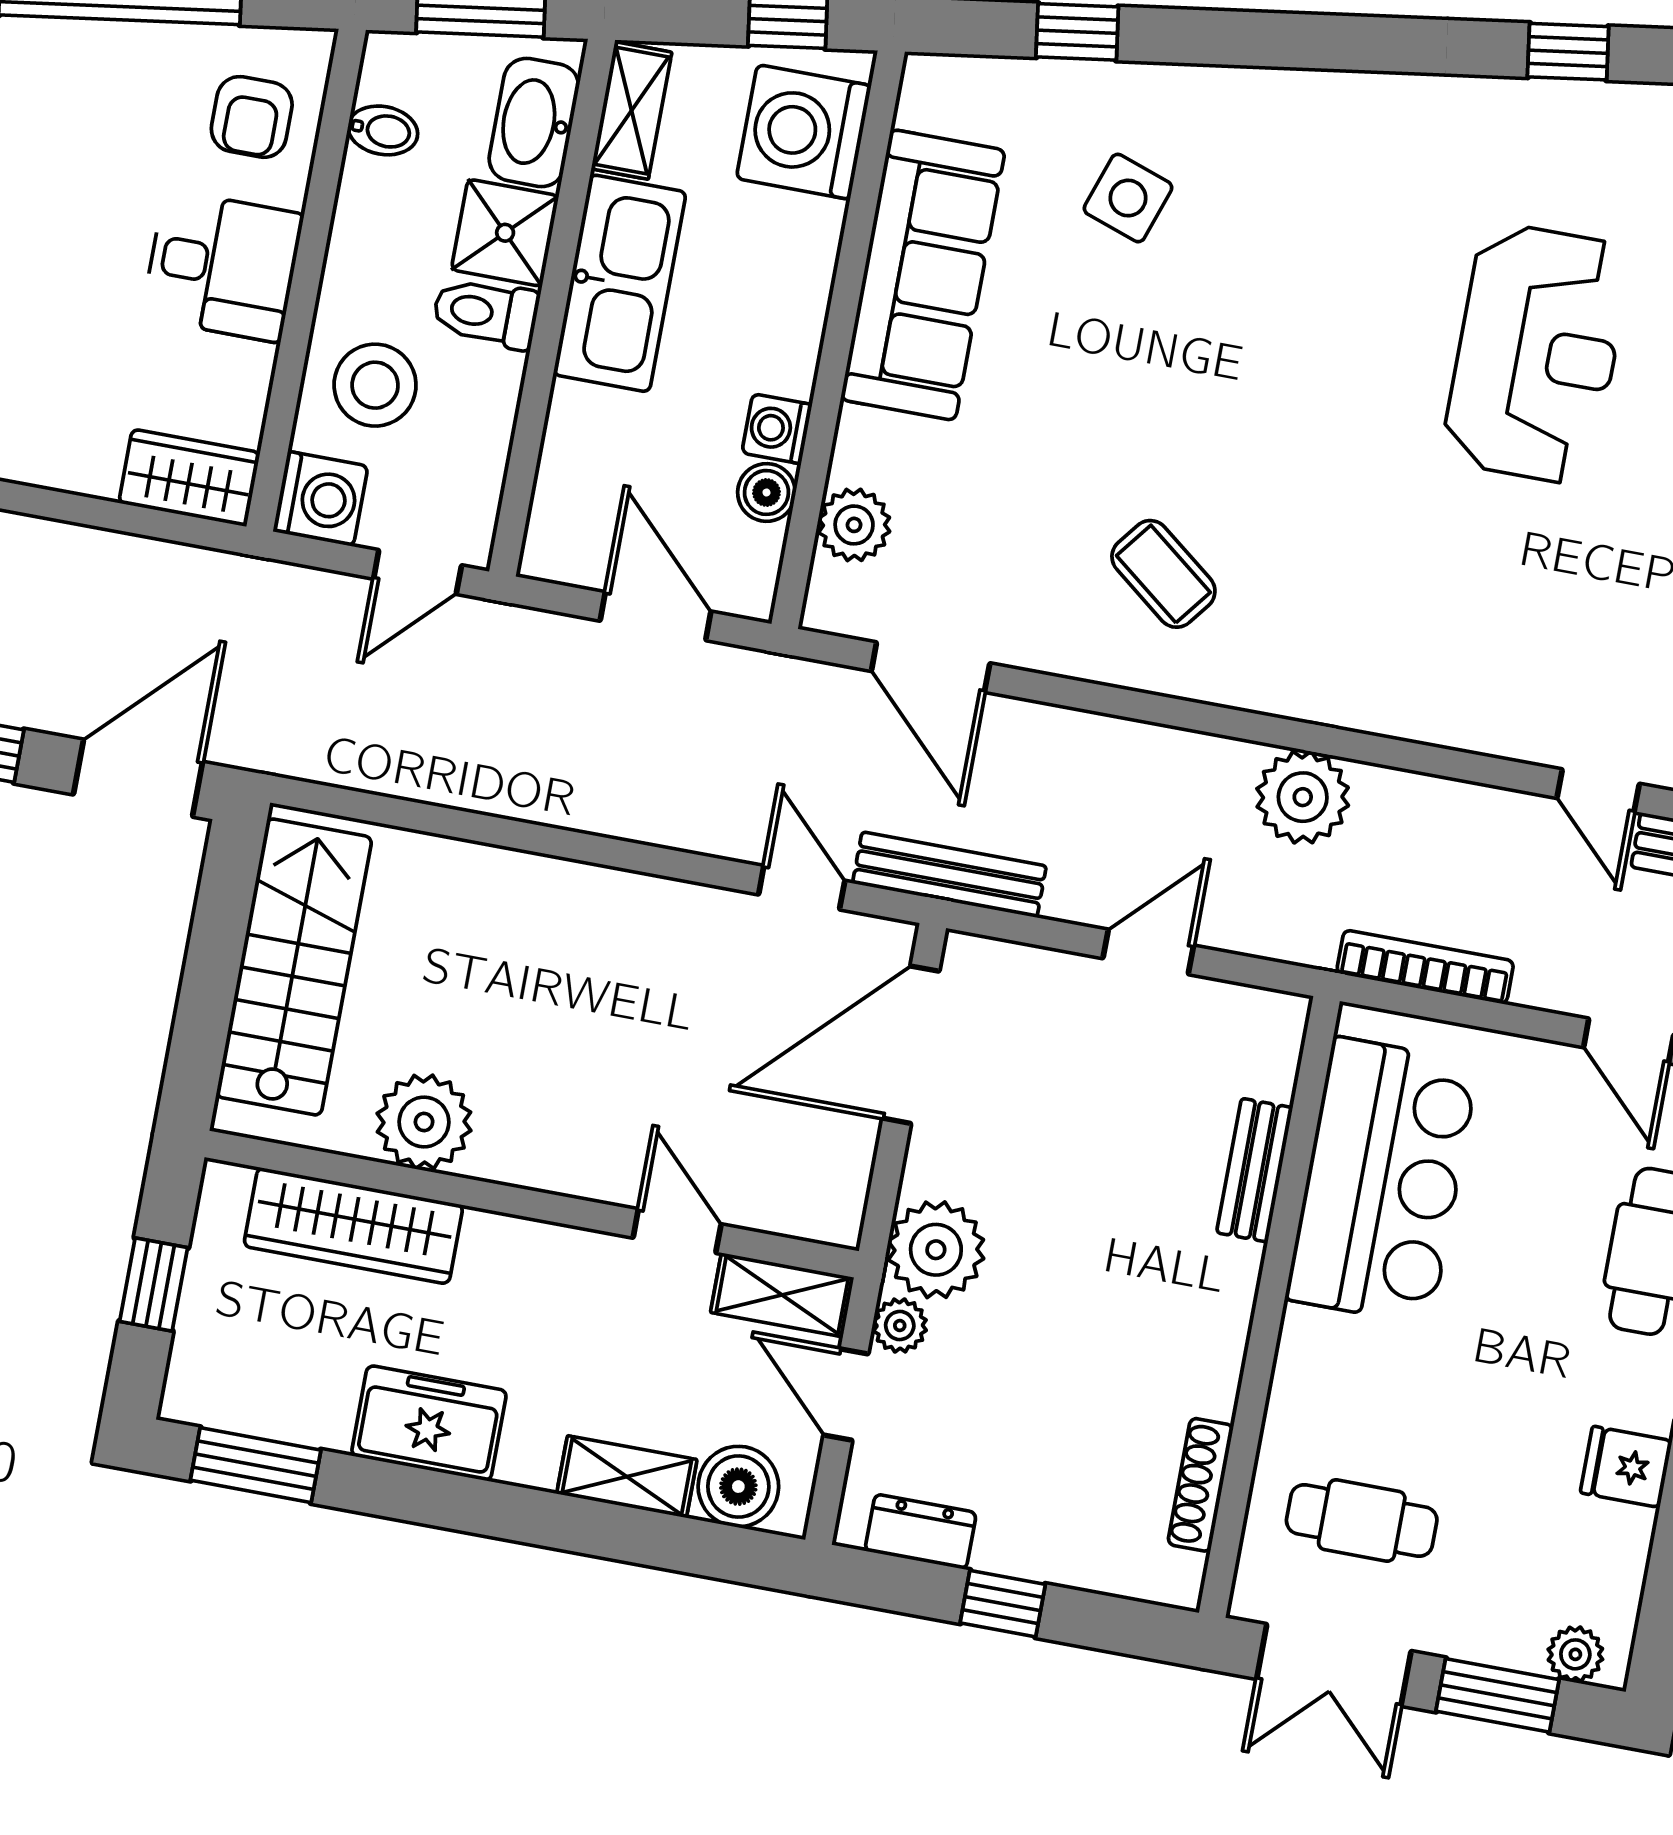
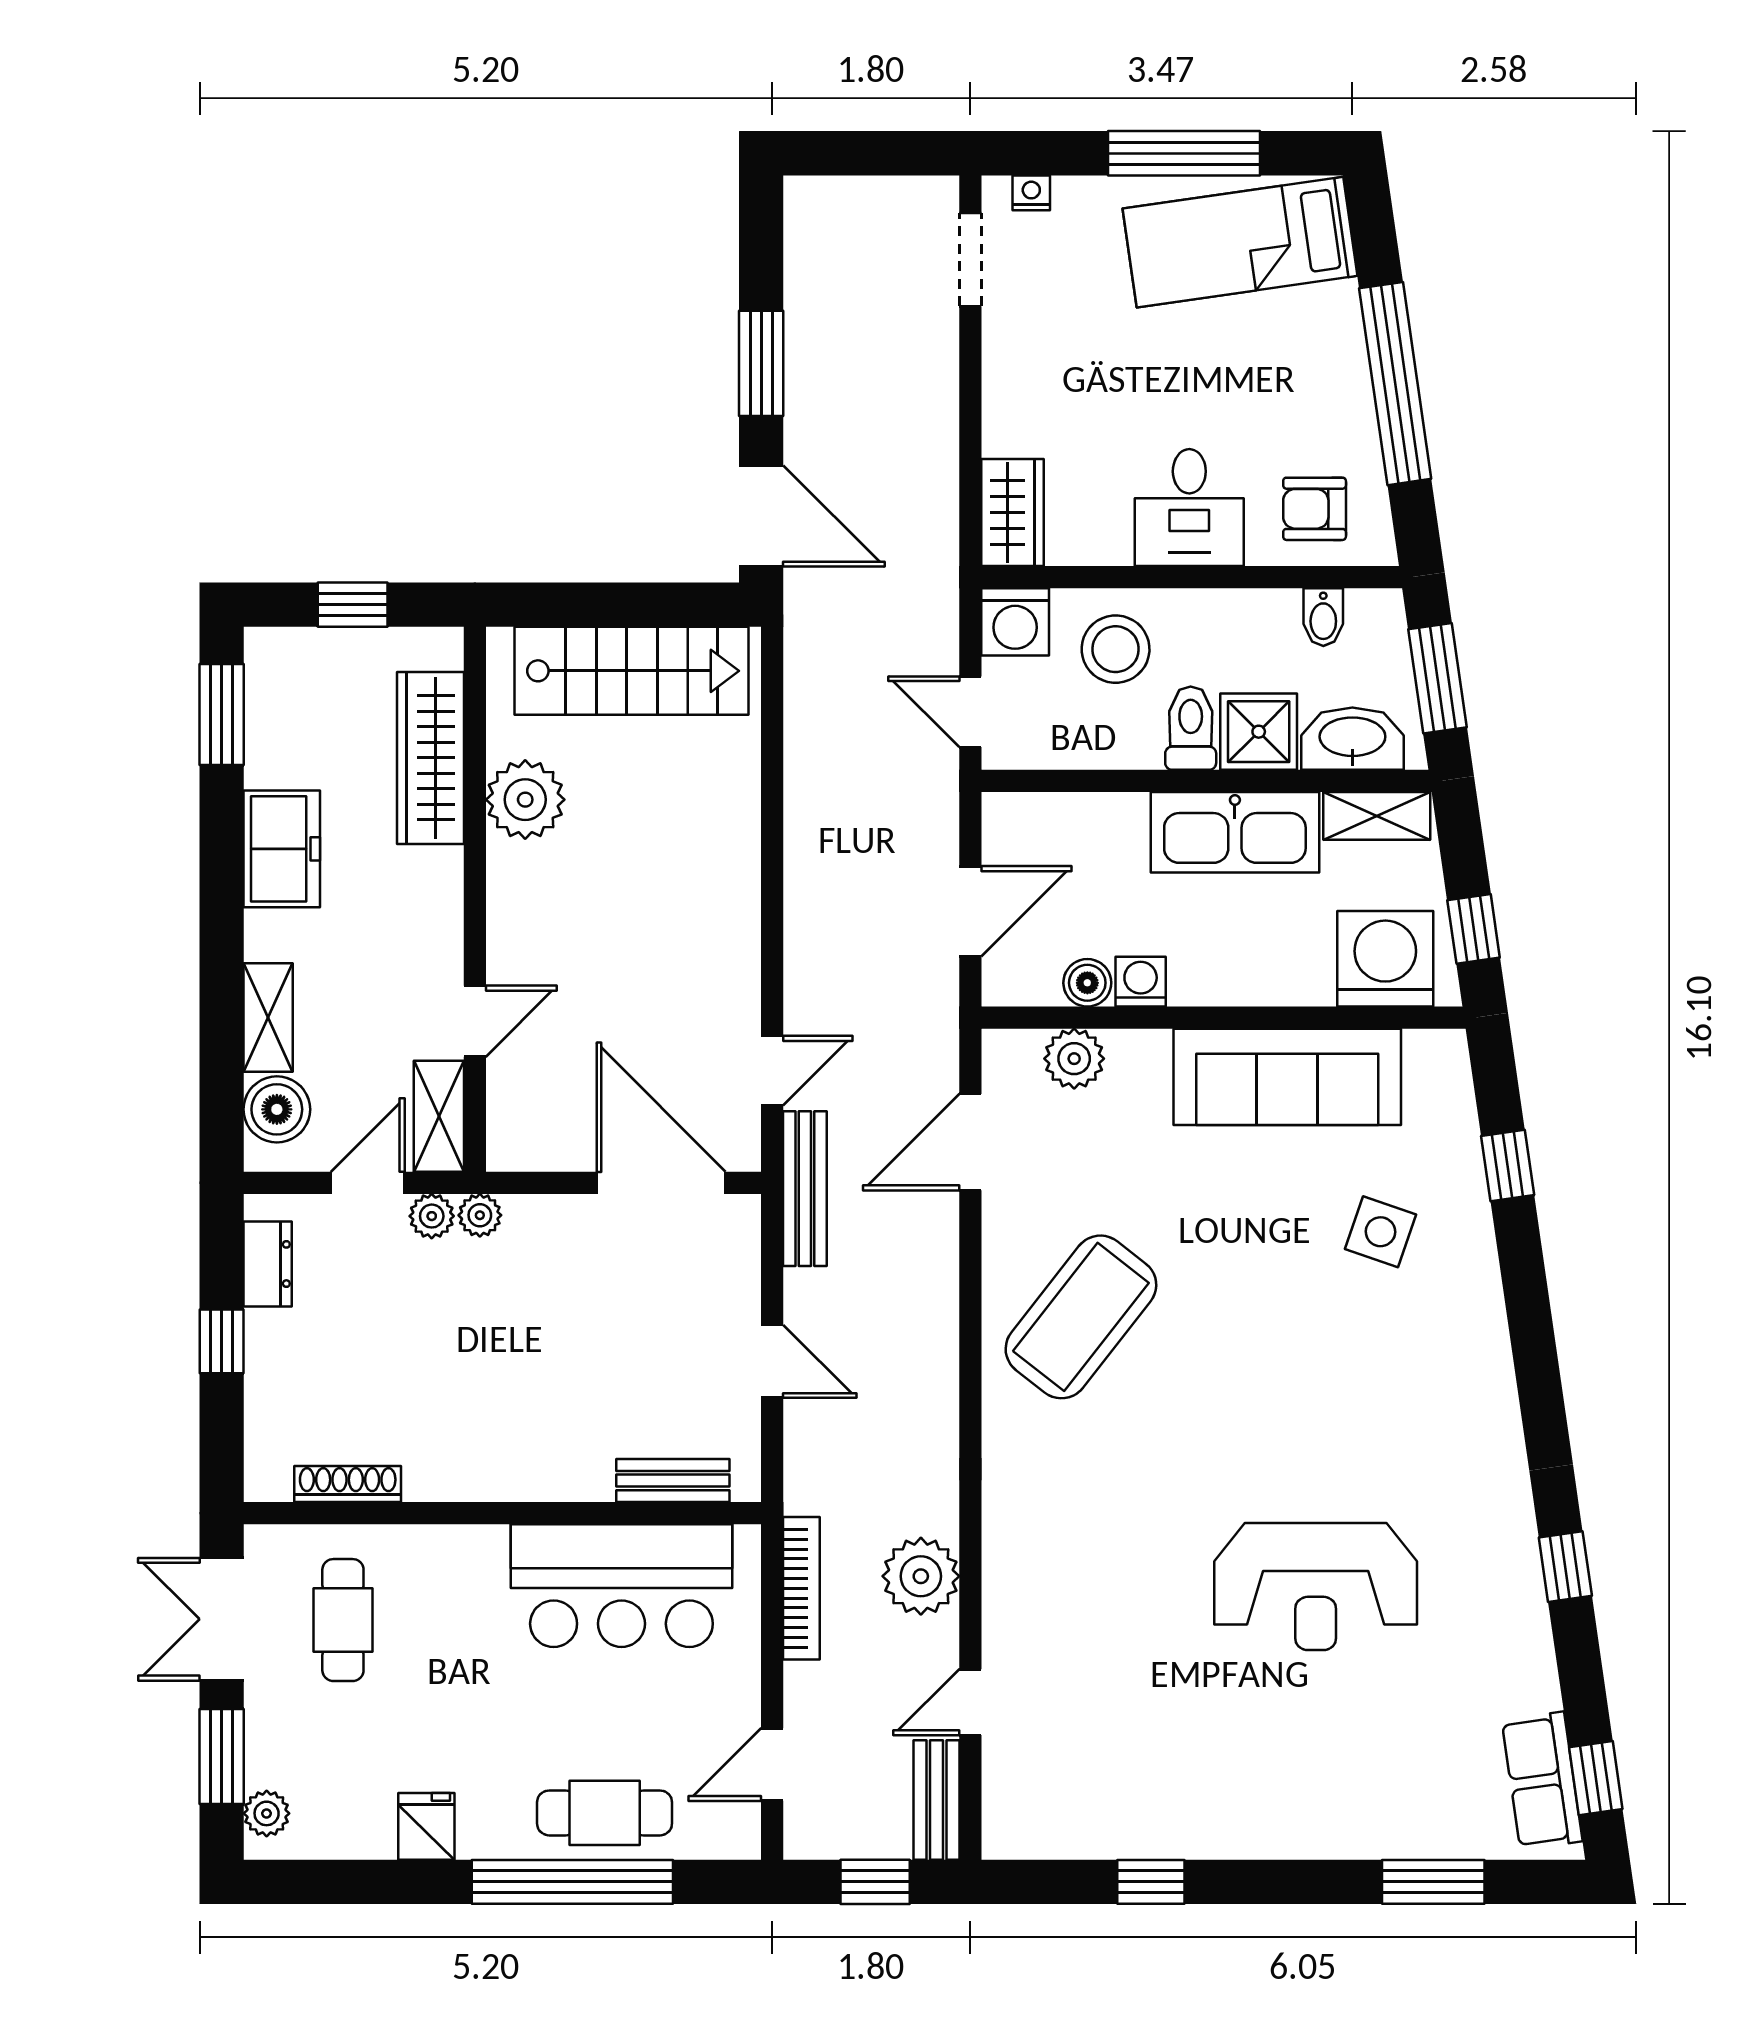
coffee table: (1163, 574) -> (1081, 1317), width x1.86, depth x1.72
plant: (1303, 797) -> (921, 1576), moved
bench: (1255, 1170) -> (673, 1481), moved
plant: (936, 1250) -> (480, 1215), width x0.53, depth x0.53

